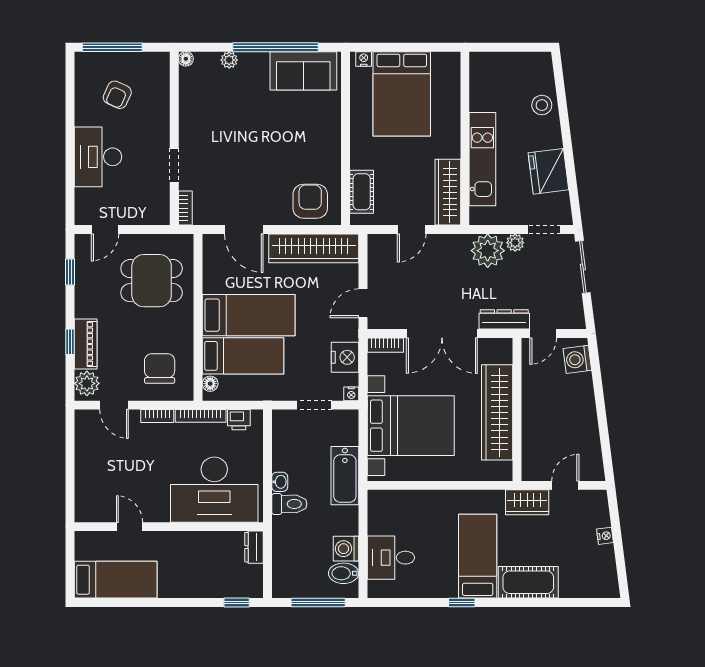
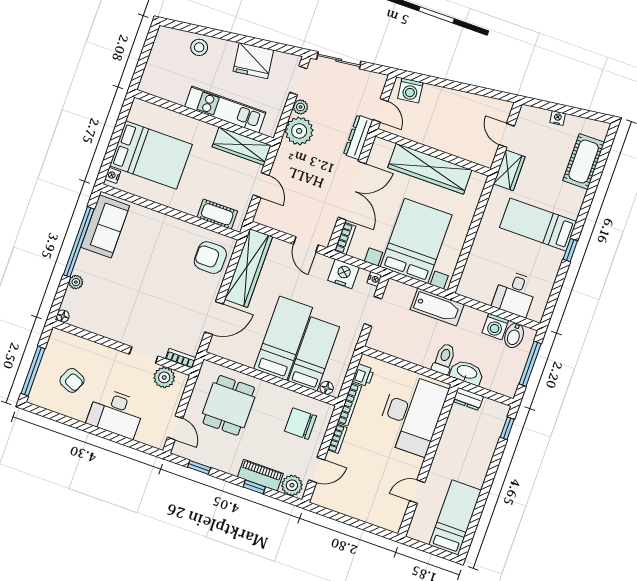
plant: (157, 197) -> (164, 377), added
washbasin: (280, 482) -> (467, 372), moved, width x1.91, depth x1.45
cot: (528, 582) -> (584, 161), moved

